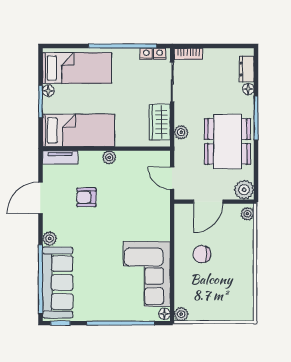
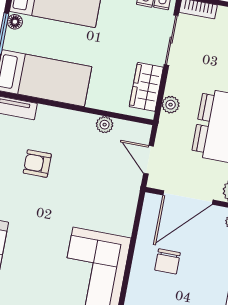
plant: (109, 157) -> (105, 125), moved
door: (208, 202) -> (188, 197), width x1.36
chair: (202, 254) -> (167, 261), turned -90

